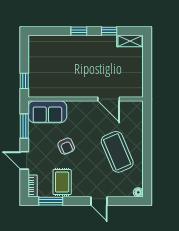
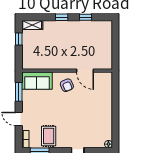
shelving: (130, 41) -> (32, 25), moved
window: (24, 81) -> (19, 39), moved
armchair: (66, 146) -> (67, 85), moved
coffee table: (117, 152) -> (92, 112), removed

